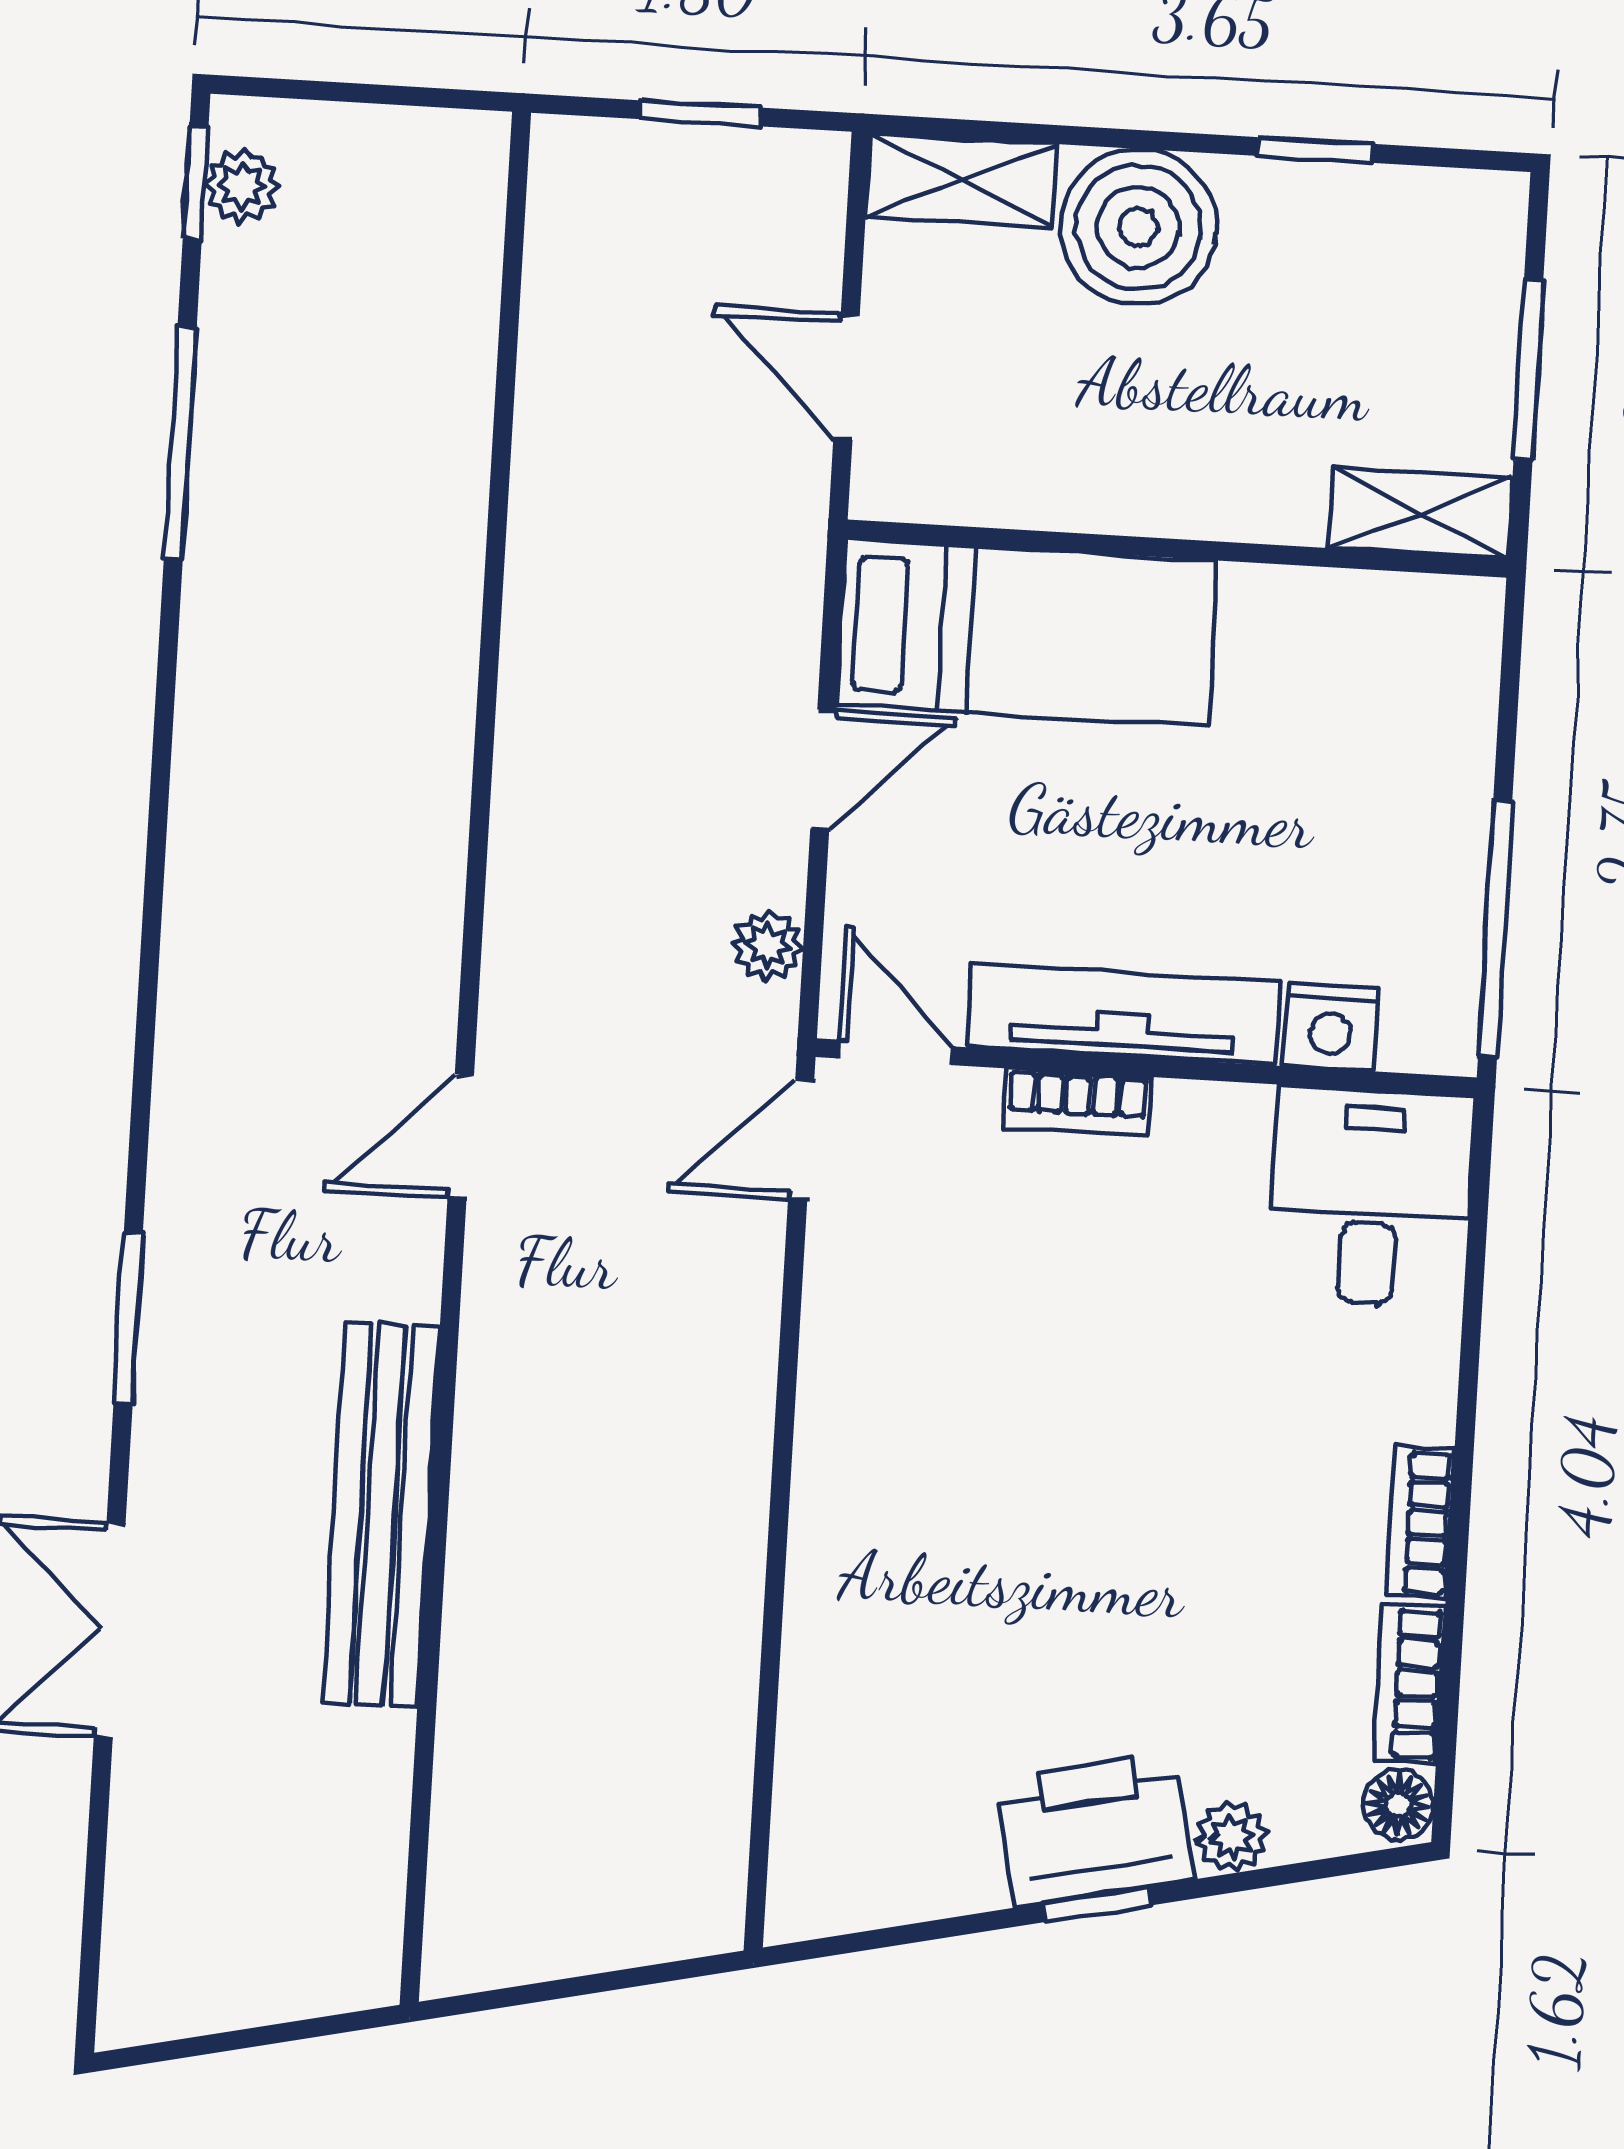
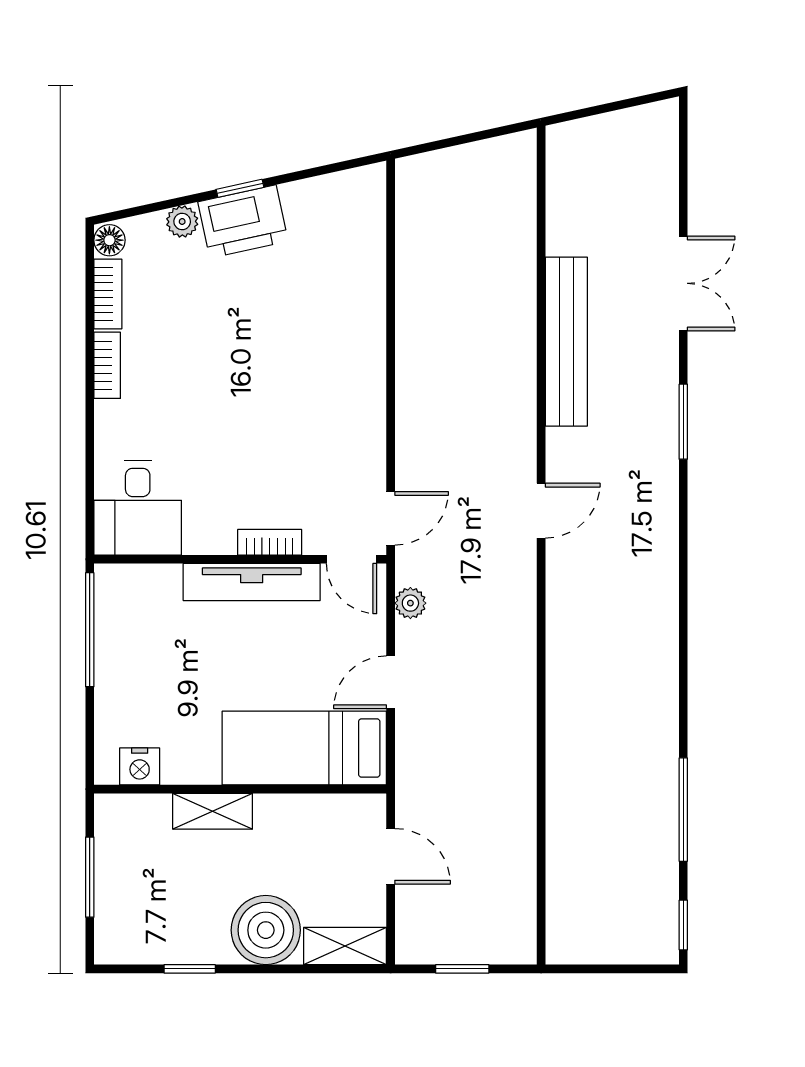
plant: (242, 186) -> (663, 925), removed
shelving: (1420, 513) -> (213, 811), moved
nightstand: (1331, 1027) -> (140, 766), moved, turned 180

